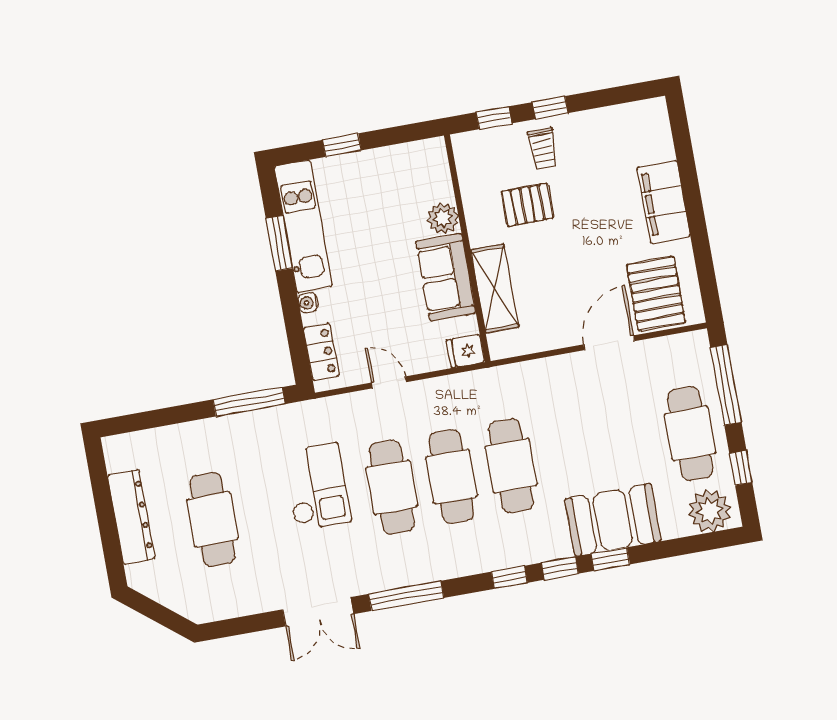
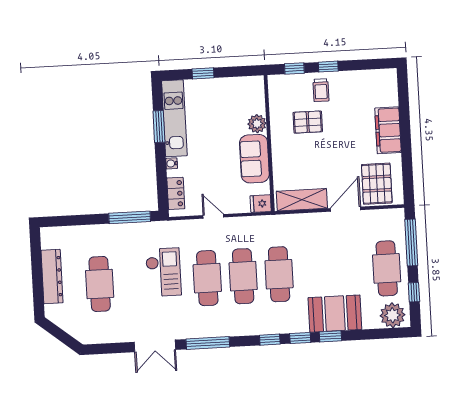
shelving: (495, 288) -> (302, 200), moved, turned 90

